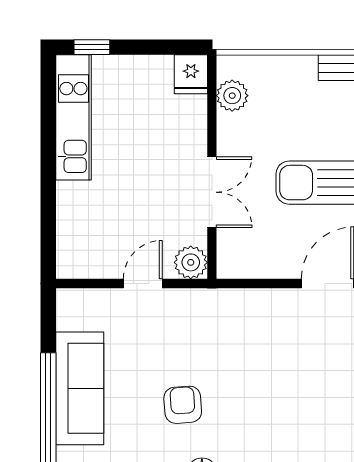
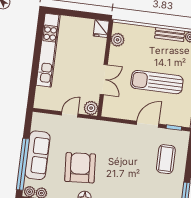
window: (92, 47) -> (61, 12), removed
kitchen unit: (73, 117) -> (48, 50), width x1.36
armchair: (183, 405) -> (80, 168), width x1.88, depth x1.88

